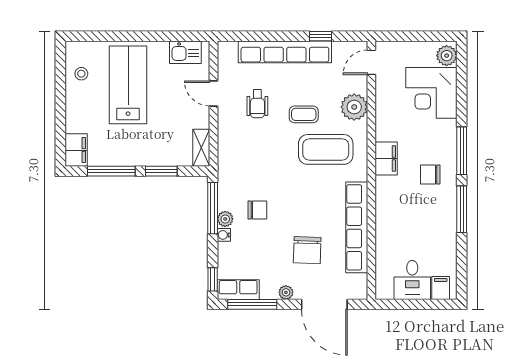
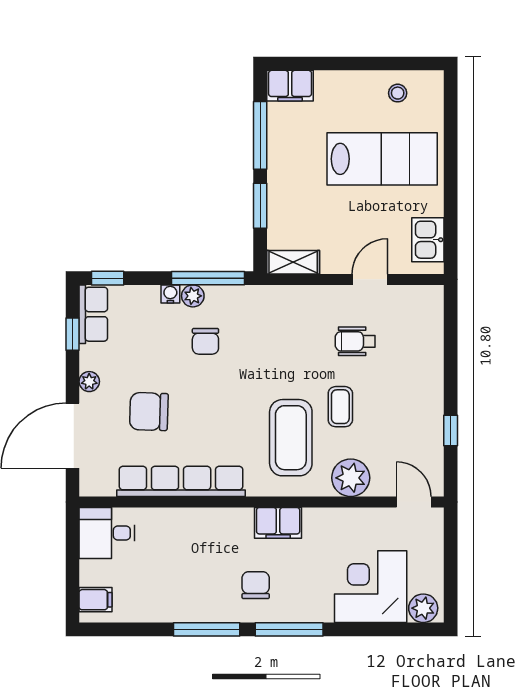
row of seats: (285, 52) -> (428, 380), removed
desk: (412, 280) -> (107, 533), moved
window: (252, 304) -> (72, 334), width x0.46

